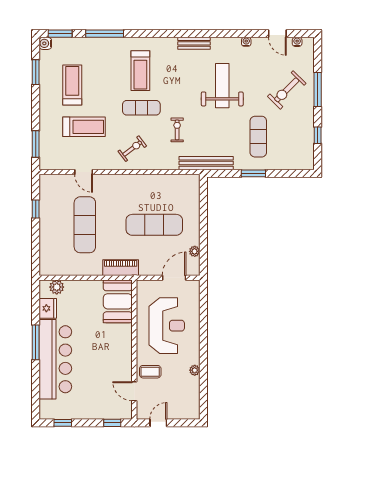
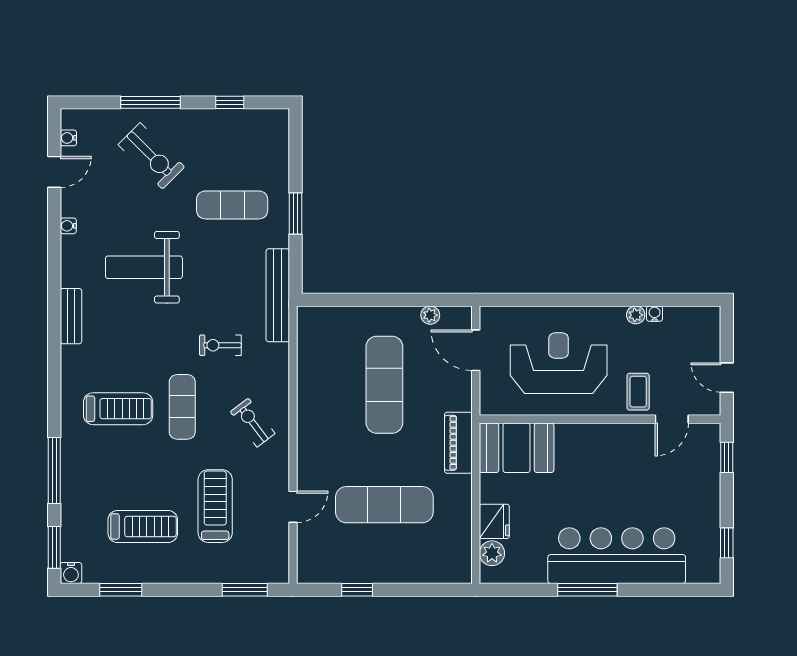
treadmill: (72, 85) -> (143, 527), turned 180
fridge: (48, 308) -> (494, 521), moved, turned 90
water cooler: (195, 381) -> (655, 314), added

